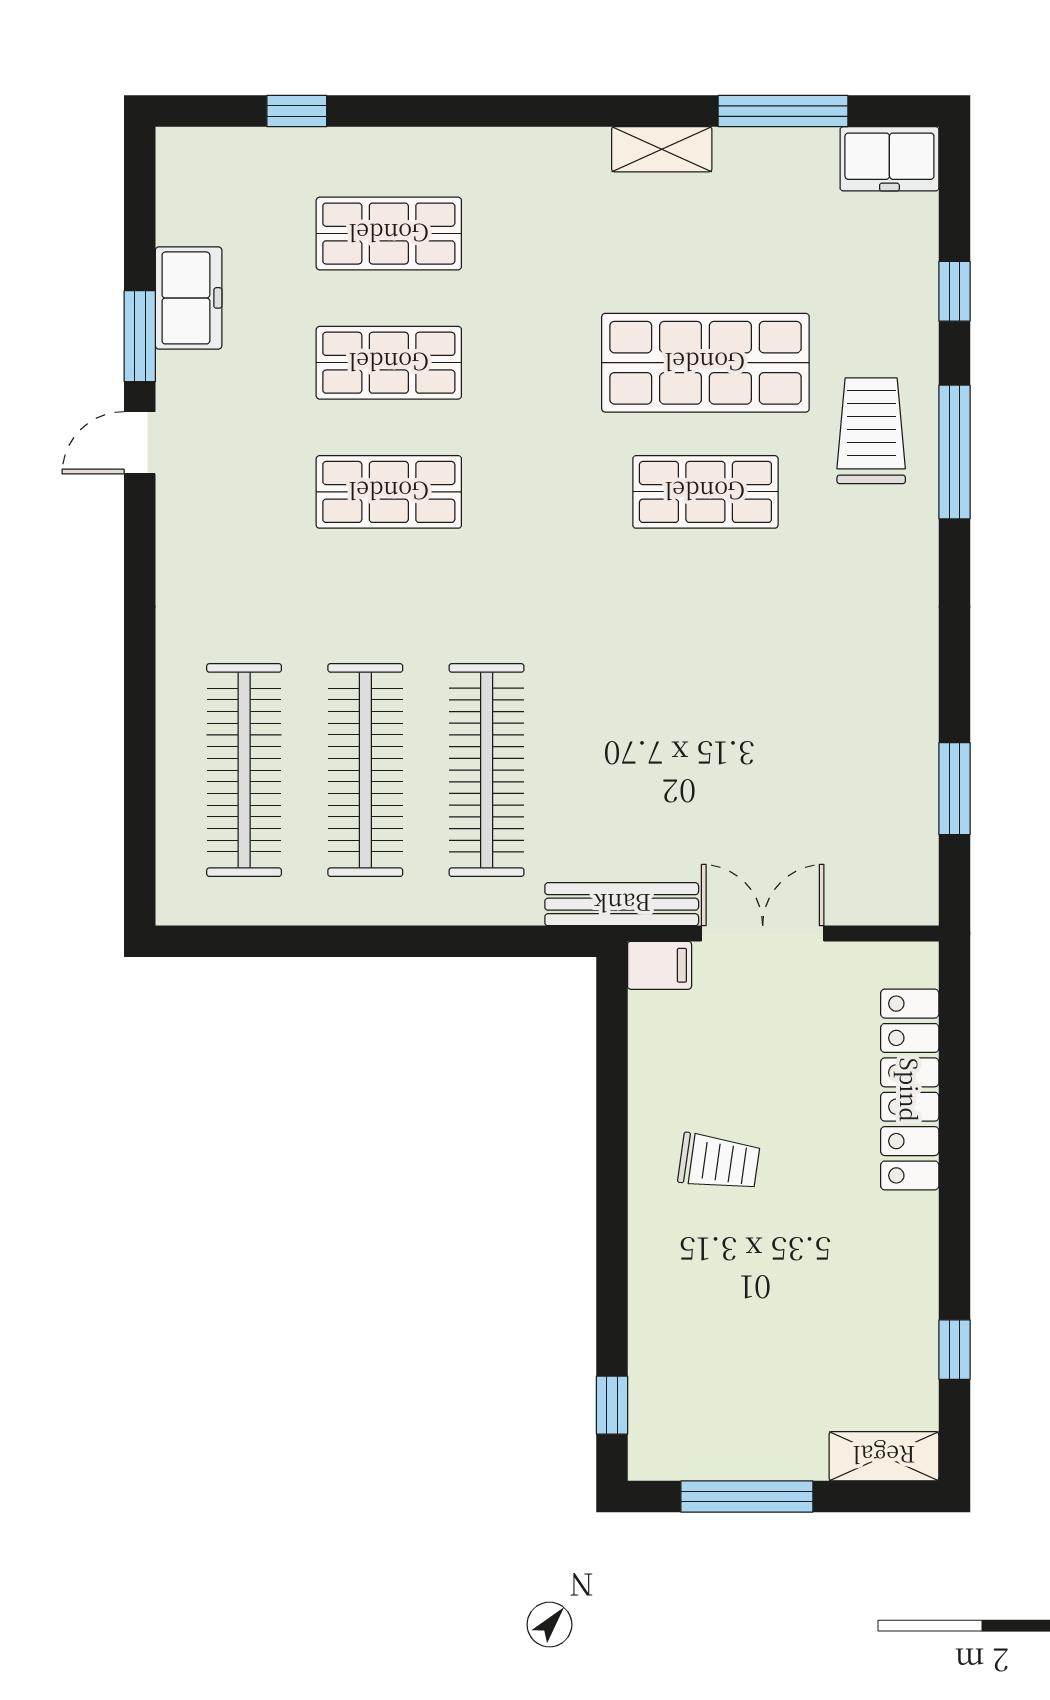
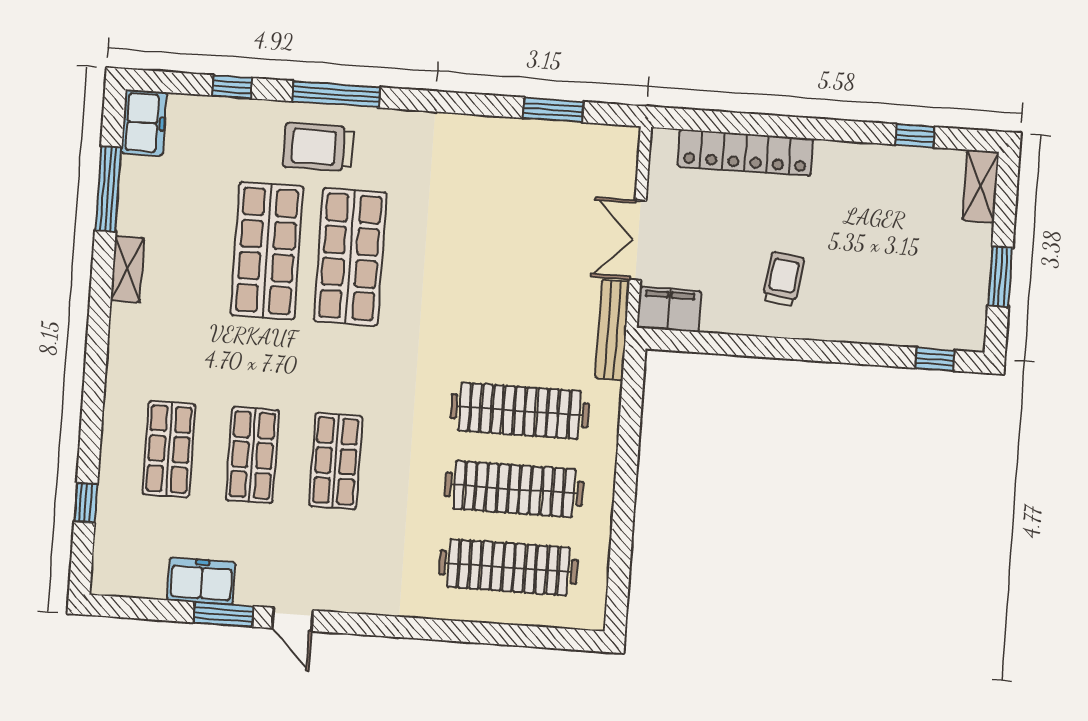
shop shelf: (705, 492) -> (350, 257), width x1.43, depth x1.36
filing cabinet: (660, 965) -> (669, 309), width x2.00
window: (747, 1496) -> (1000, 277), width x0.69

